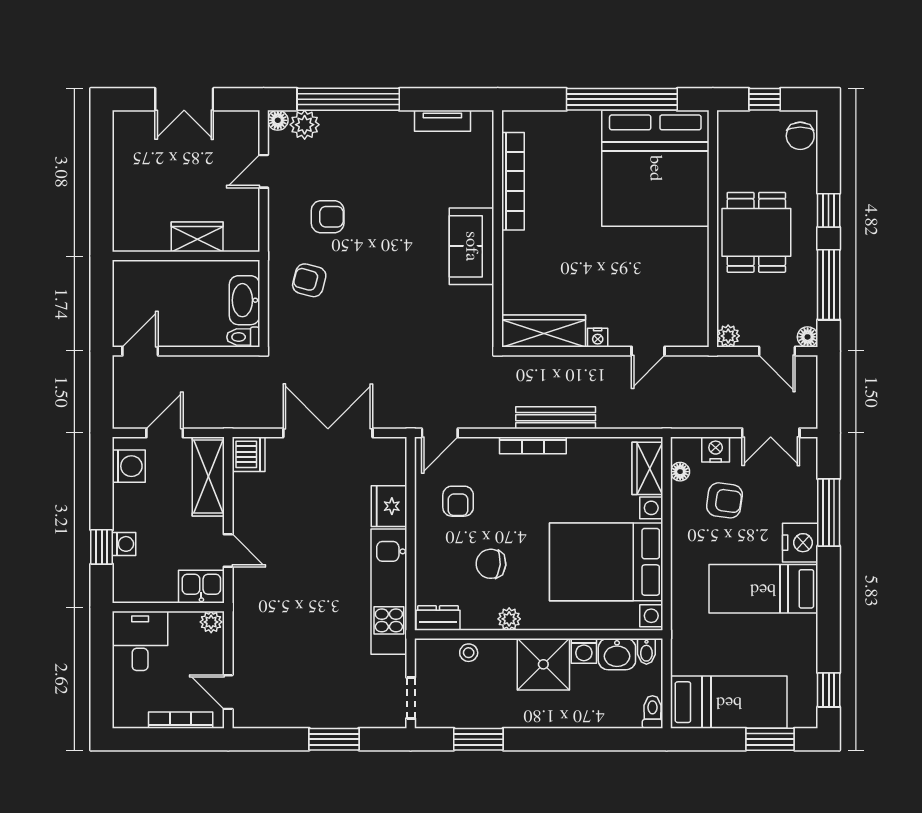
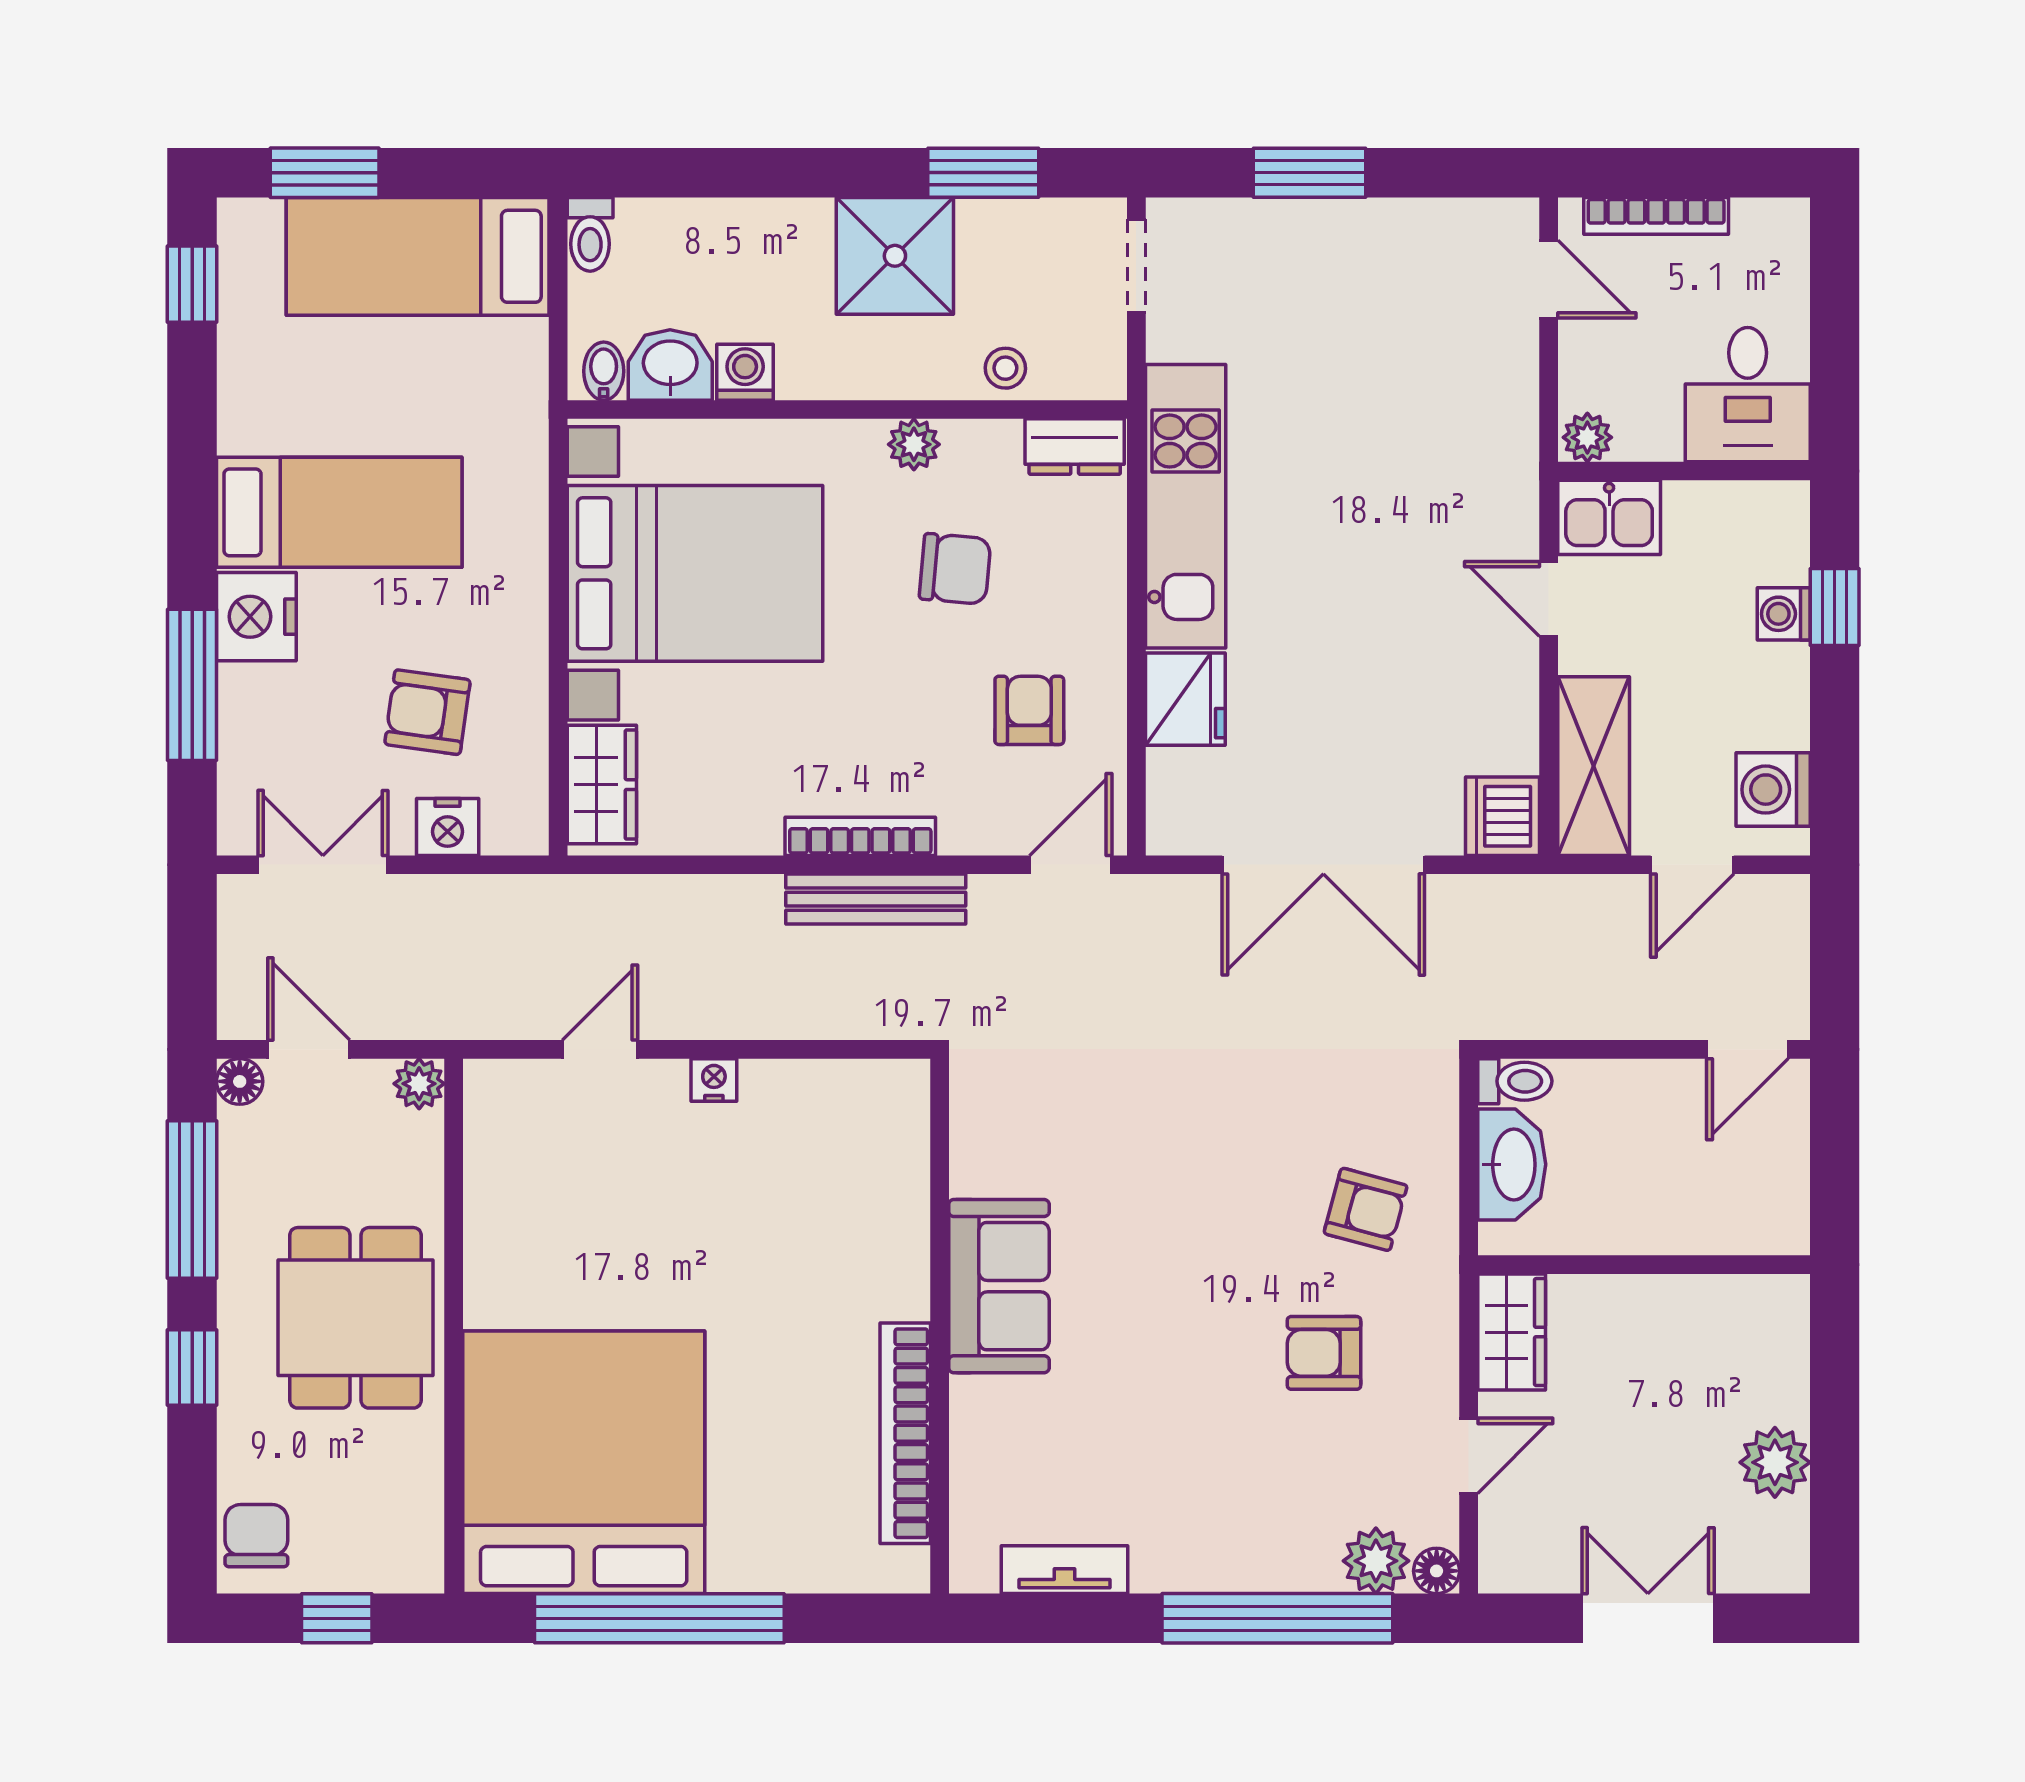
plant: (128, 168) -> (1775, 1462), added
wardrobe: (197, 237) -> (1512, 1332), moved, turned -90
wardrobe: (544, 331) -> (836, 1095), removed
bench: (556, 418) -> (876, 899), moved
floor lamp: (680, 472) -> (528, 777), removed
shower: (543, 664) -> (895, 256), moved

